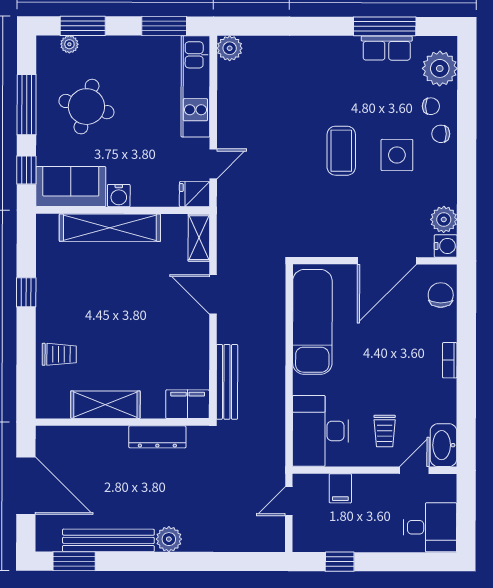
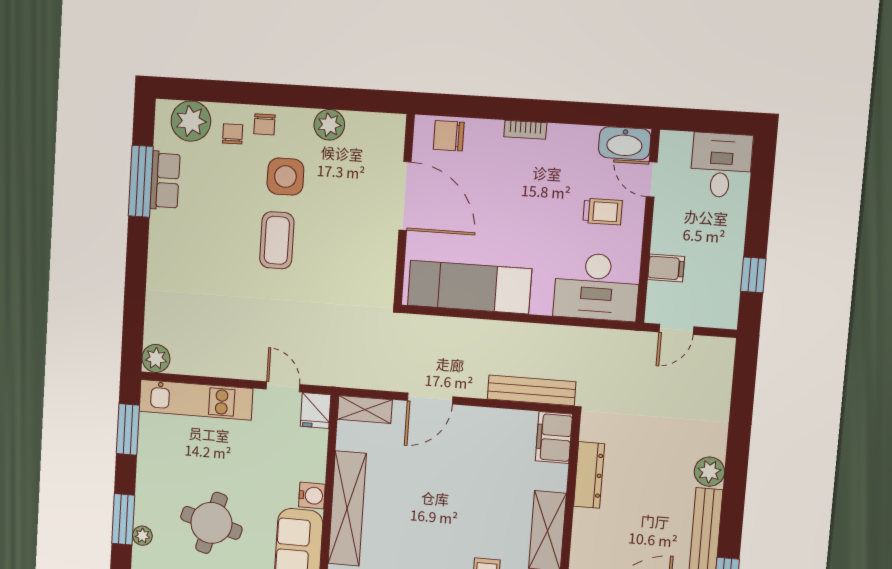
coffee table: (341, 151) -> (277, 240), turned 90
plant: (444, 219) -> (329, 125), moved
water cooler: (446, 246) -> (393, 126), removed
door: (289, 501) -> (676, 329), hinge flipped

